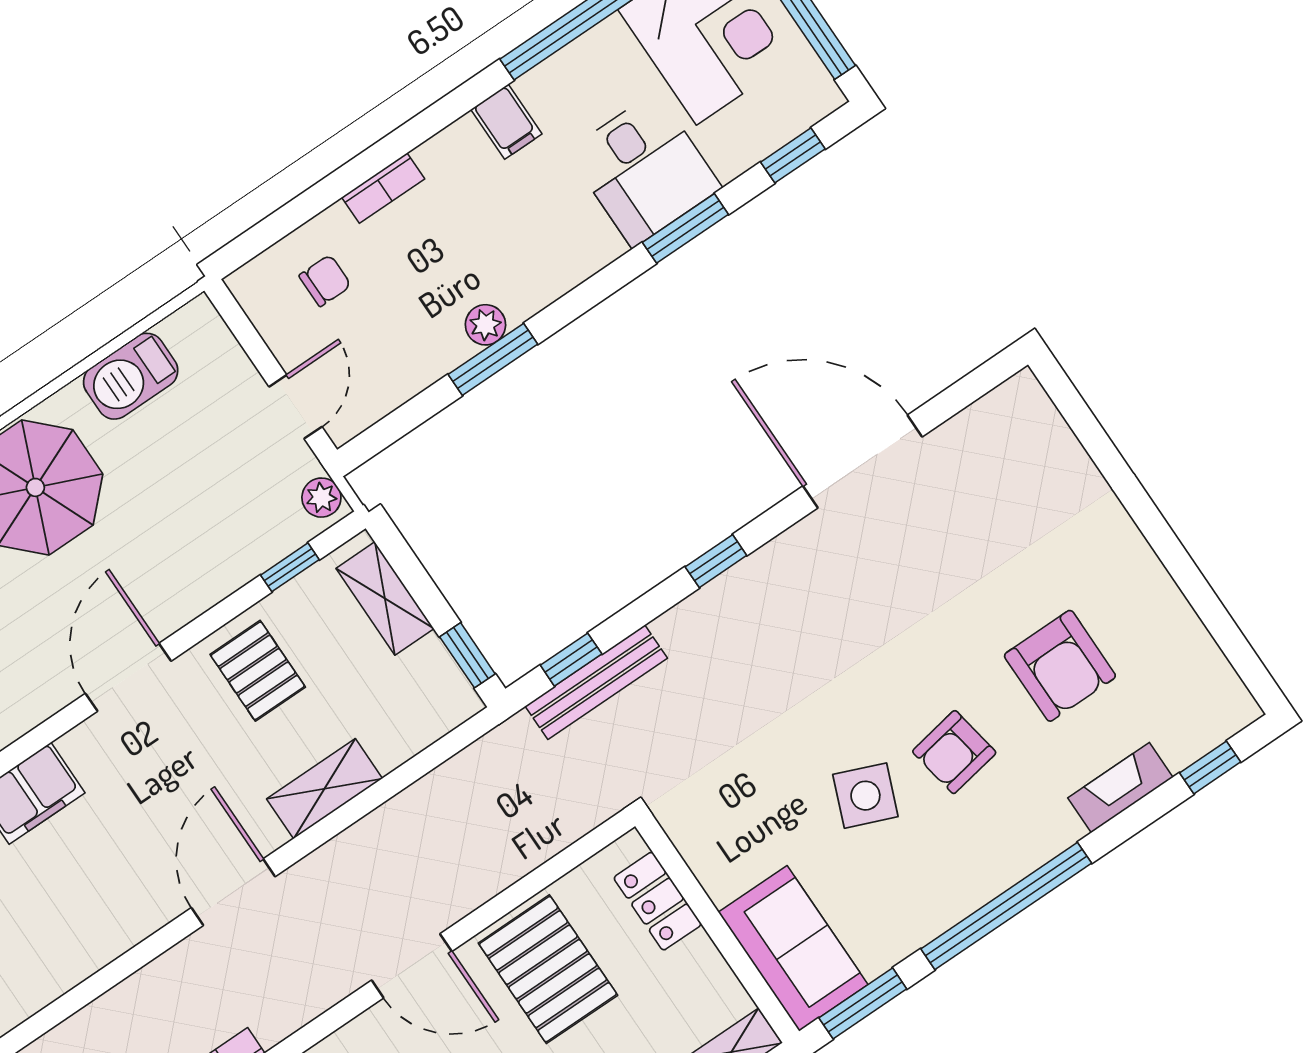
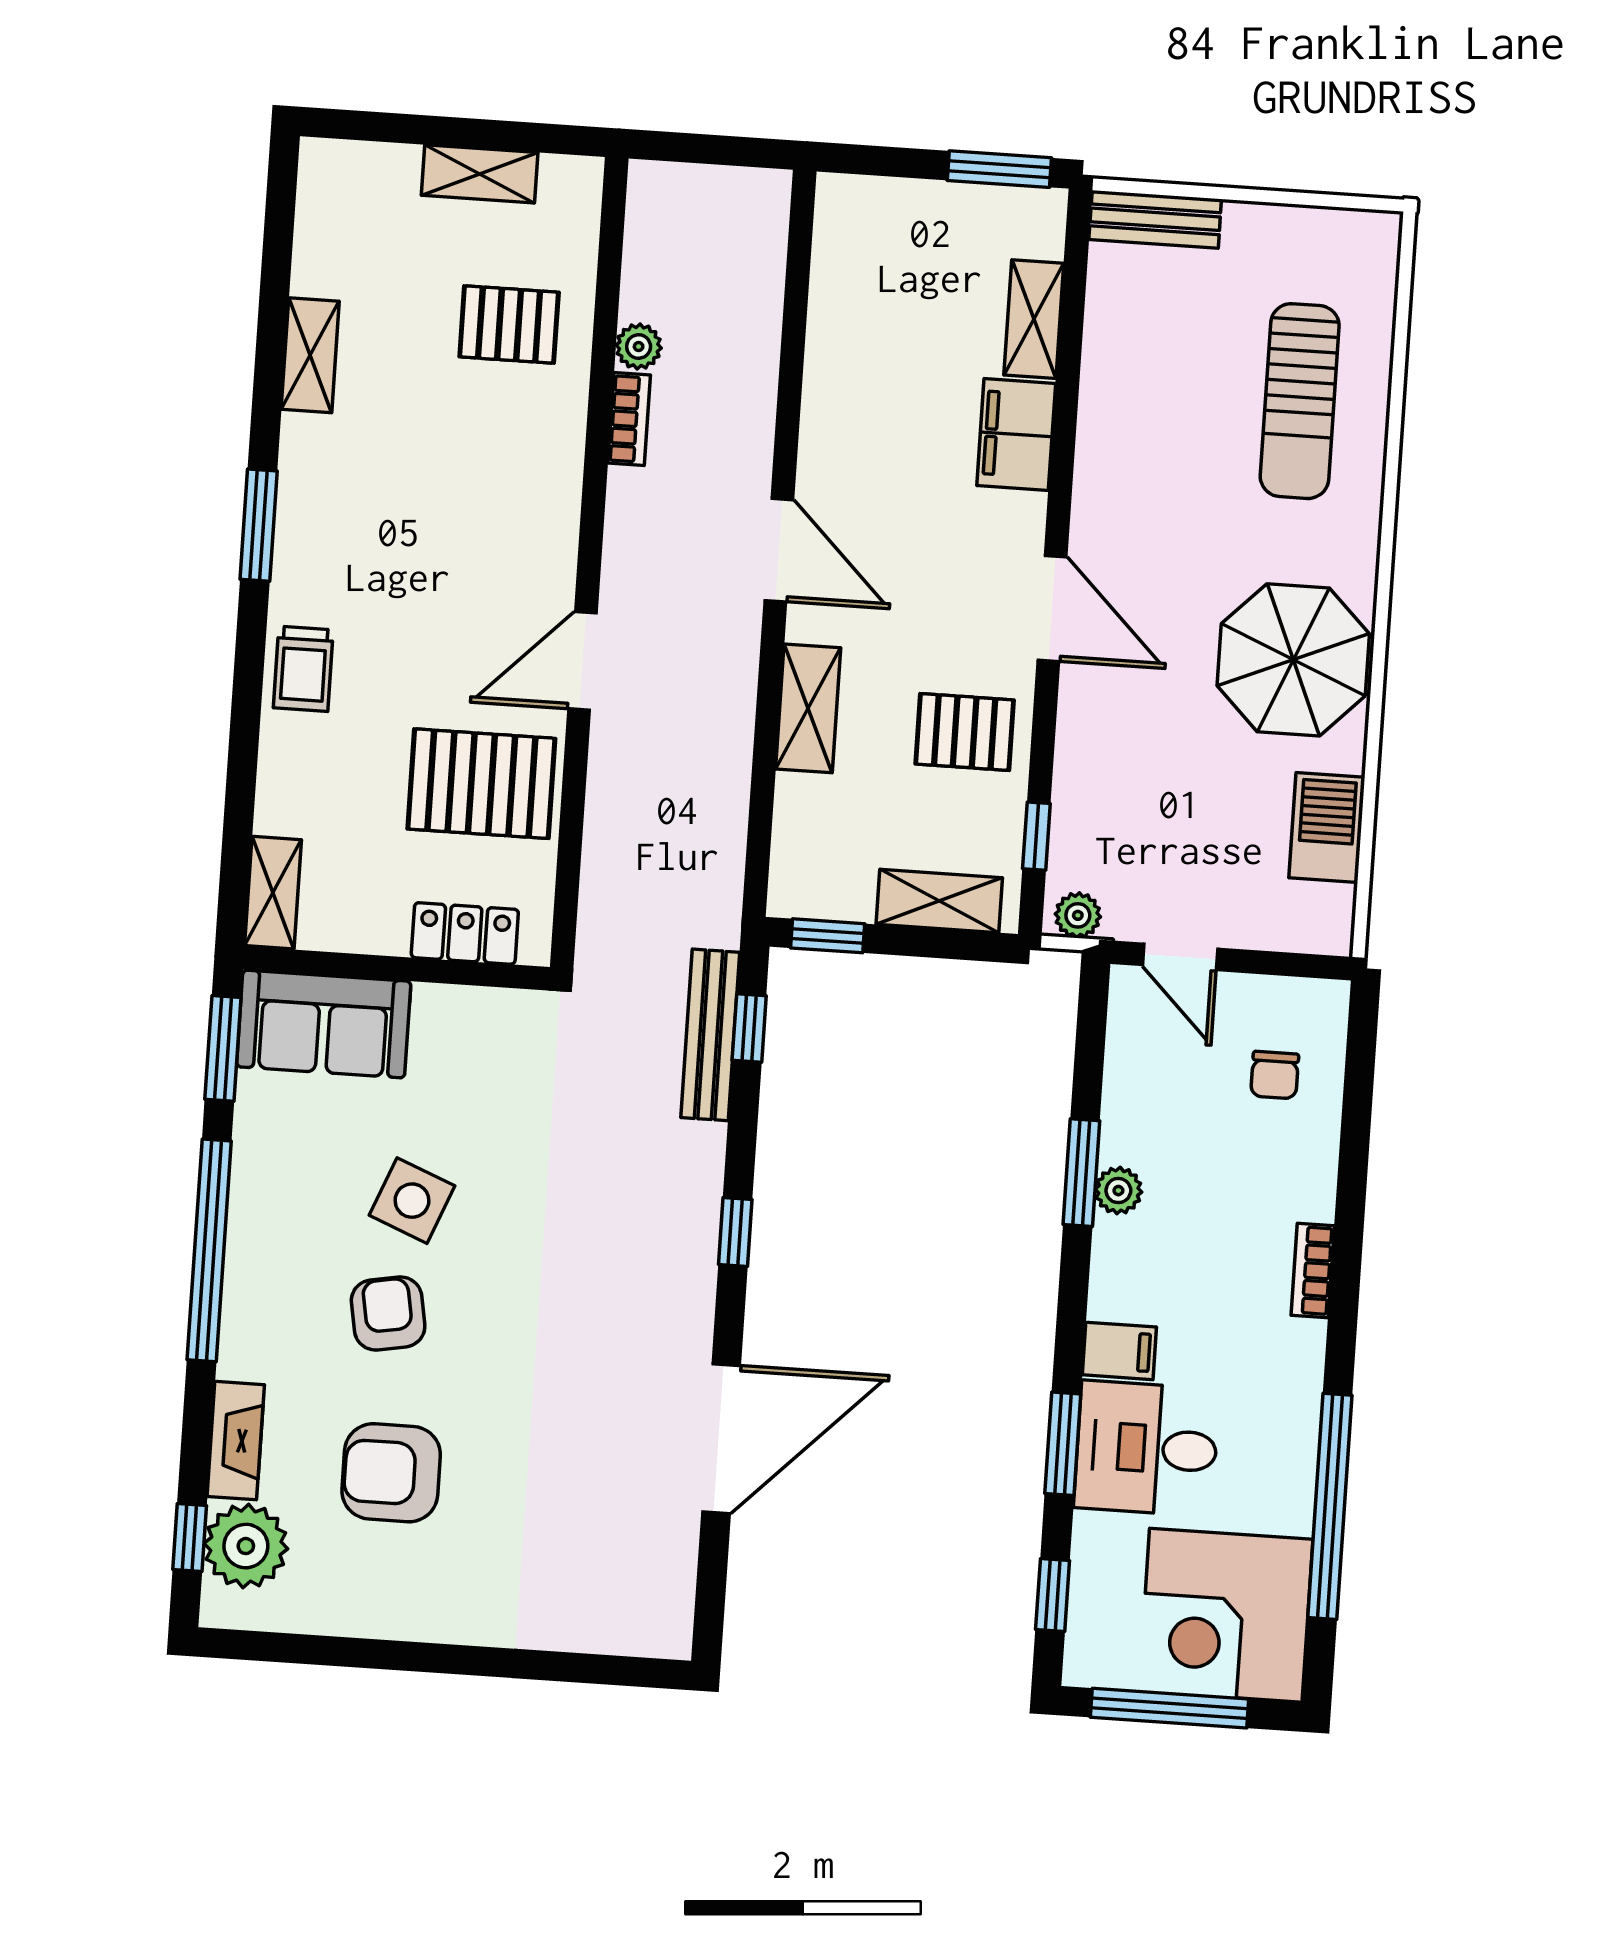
filing cabinet: (506, 122) -> (1119, 1351), moved, turned 180
bookcase: (383, 188) -> (1313, 1270), moved
plant: (1186, 725) -> (246, 1546), added

